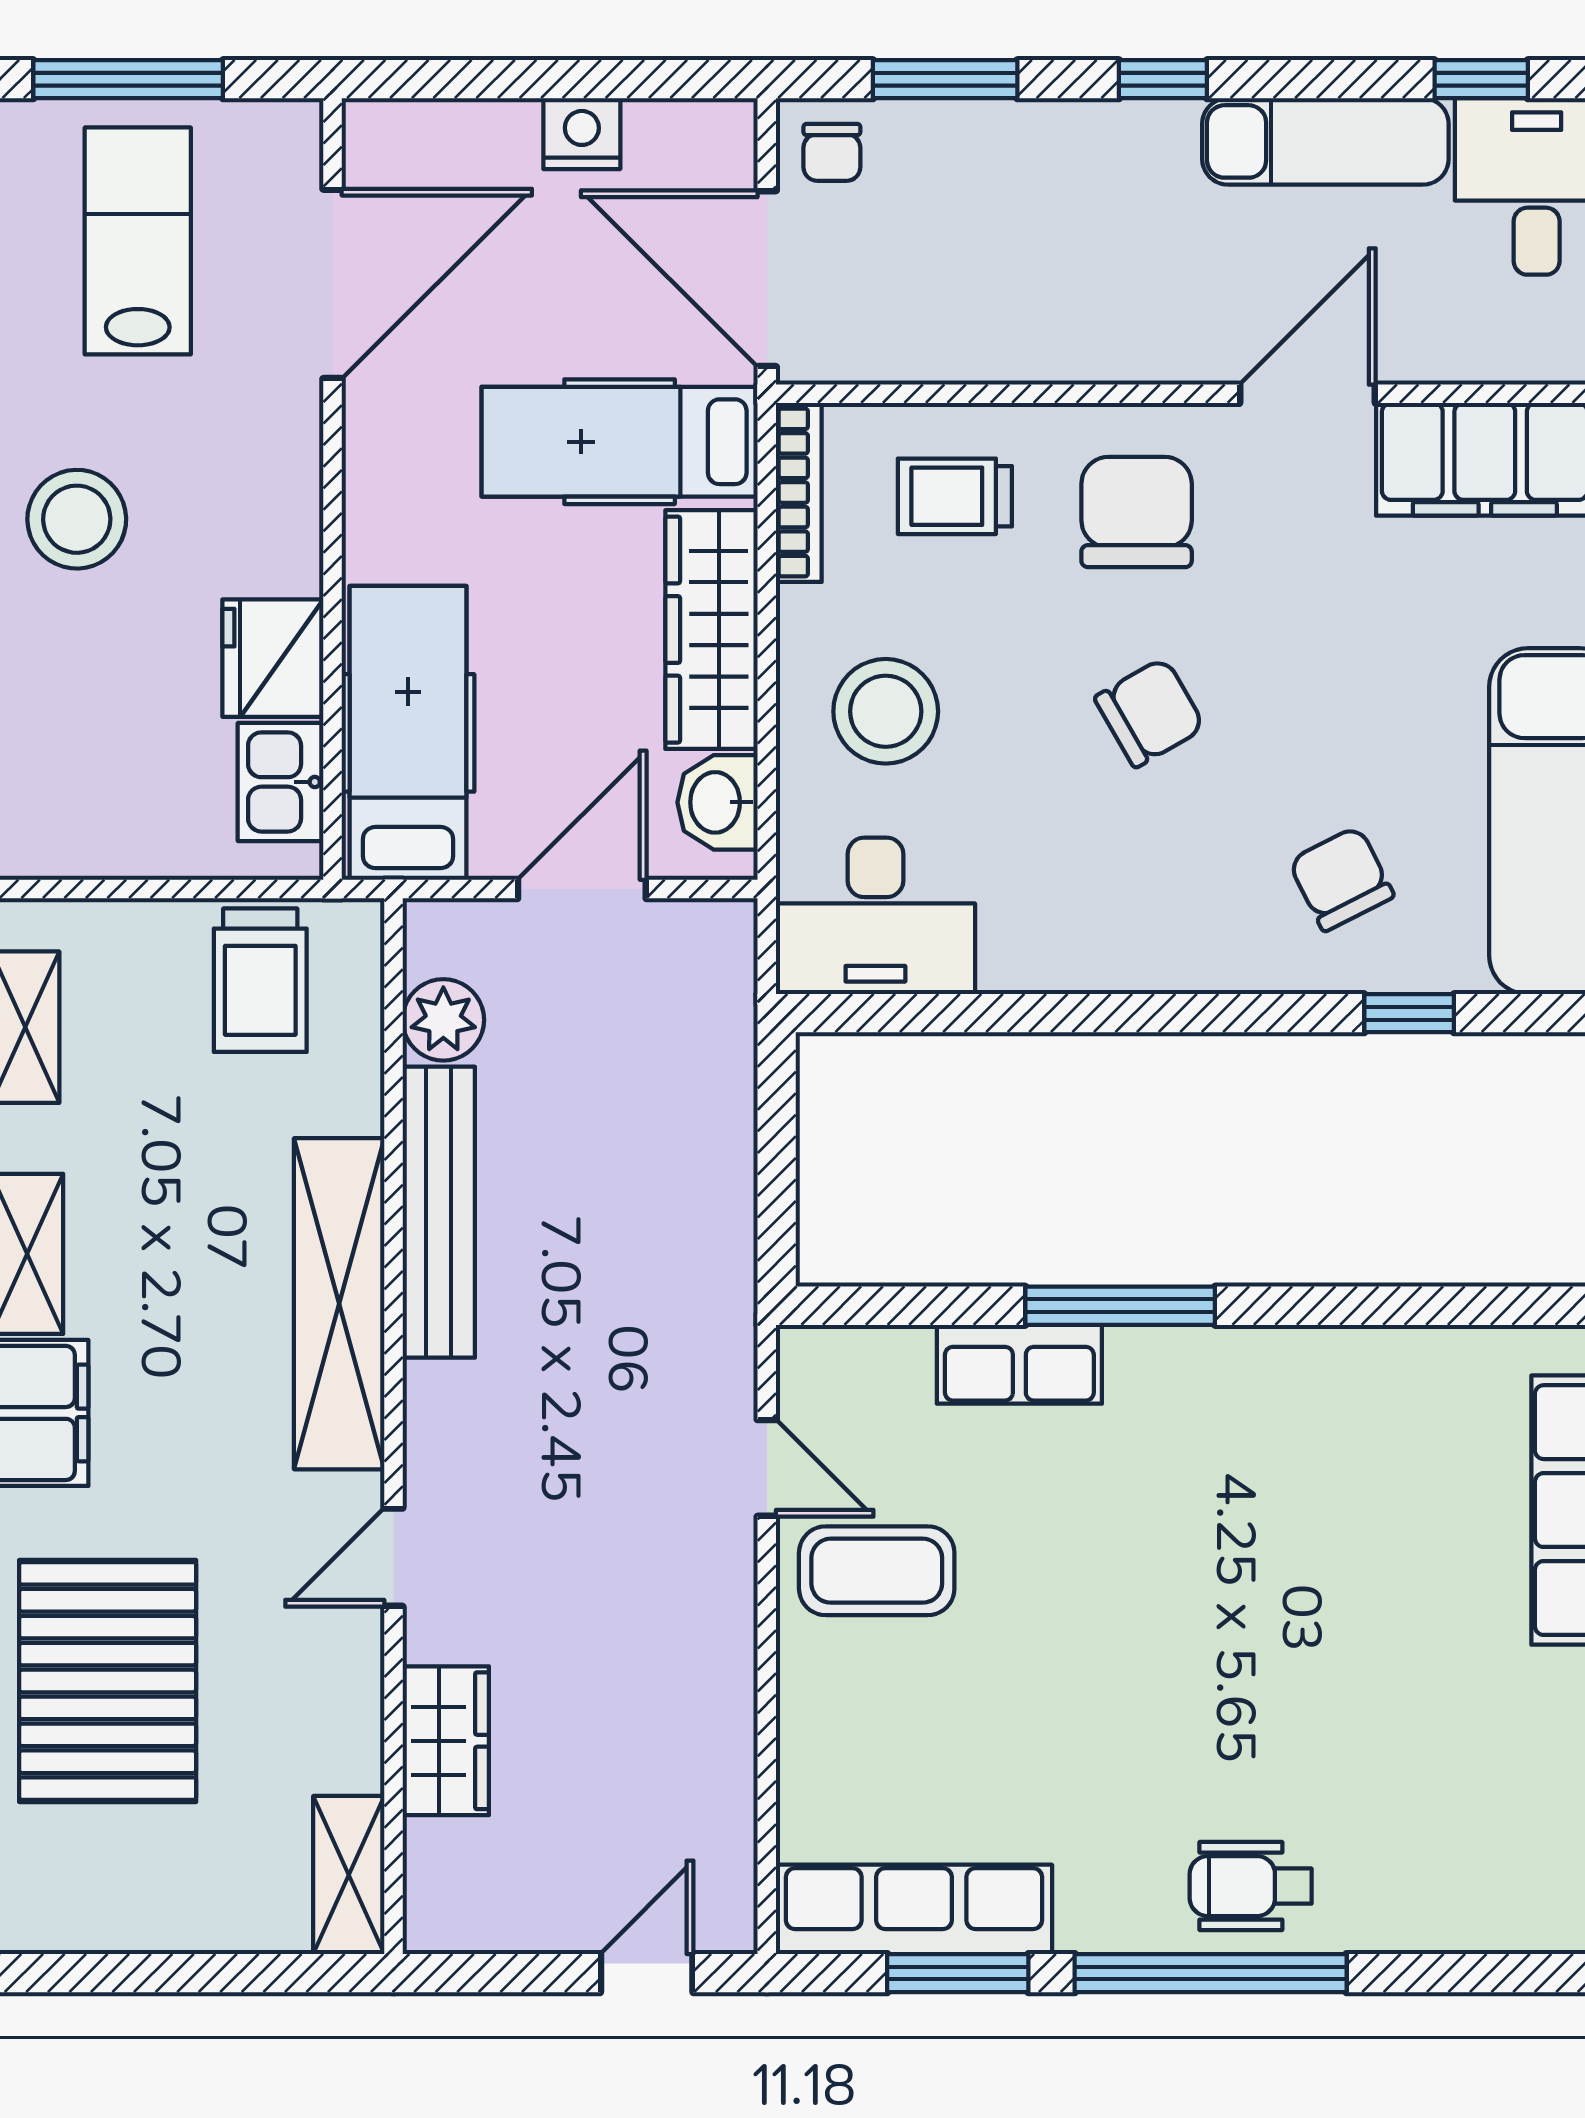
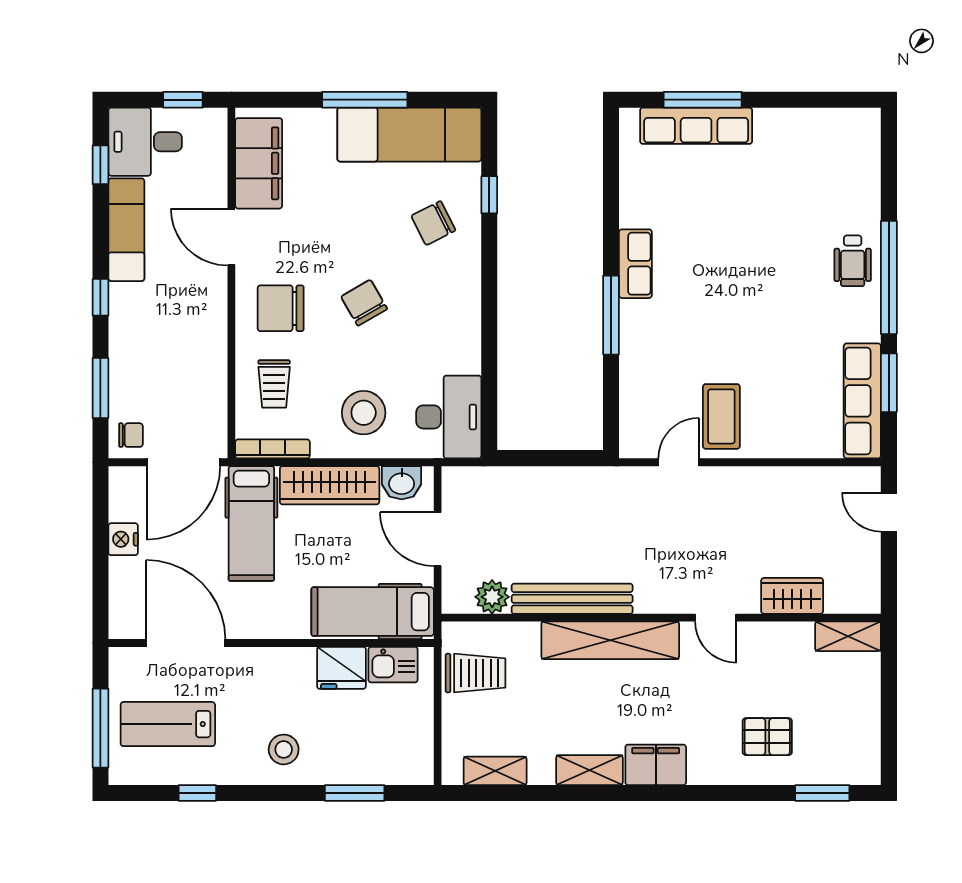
stool: (77, 519) -> (284, 749), width x0.73, depth x0.73
row of seats: (1019, 1364) -> (635, 264), moved
pallet: (108, 1681) -> (767, 737), width x0.49, depth x0.50

